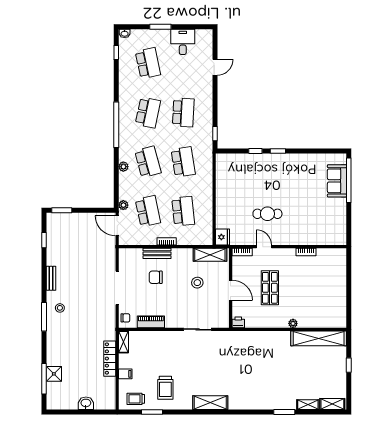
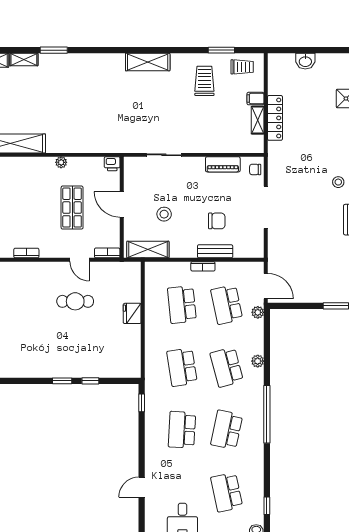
fridge: (222, 237) -> (132, 313), moved
plant: (293, 323) -> (61, 162), moved
shelving: (123, 342) -> (258, 120), moved

